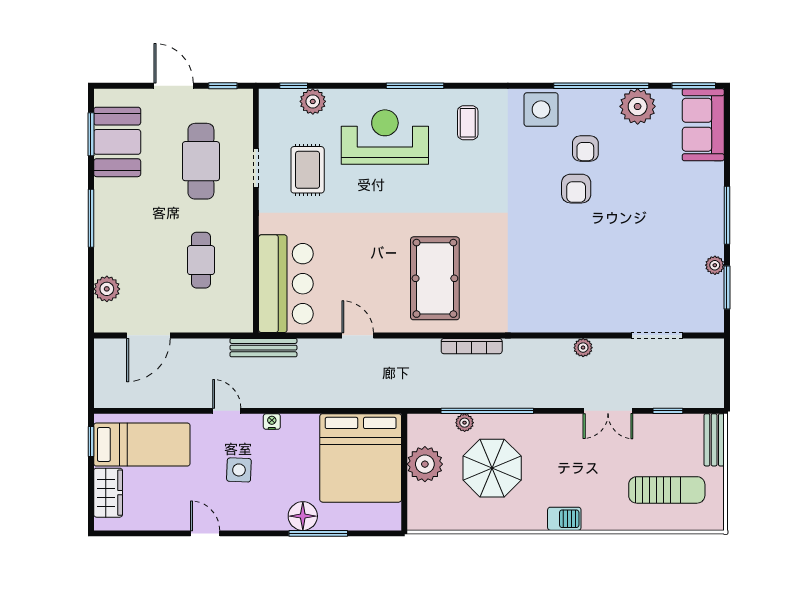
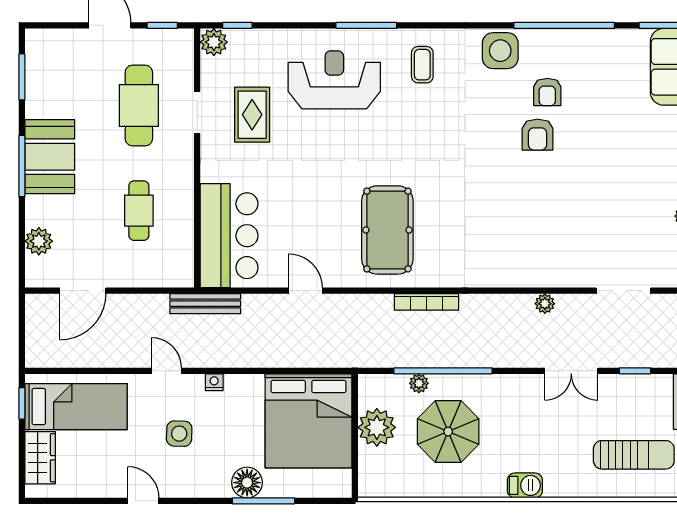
plant: (313, 101) -> (214, 42), moved
plant: (638, 106) -> (603, 47), removed
booth: (117, 142) -> (50, 157), moved

